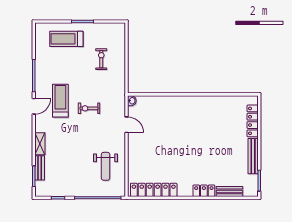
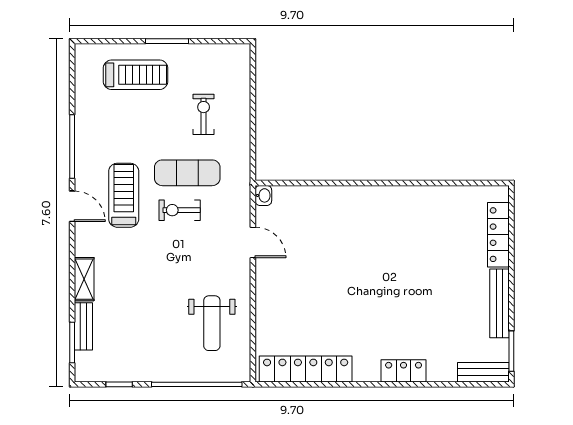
treadmill: (66, 39) -> (136, 75), turned 180
exercise mat: (93, 89) -> (187, 173), added
door: (34, 106) -> (72, 206), hinge flipped
bench: (229, 191) -> (483, 372), moved

